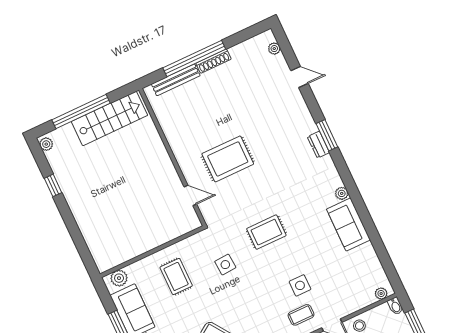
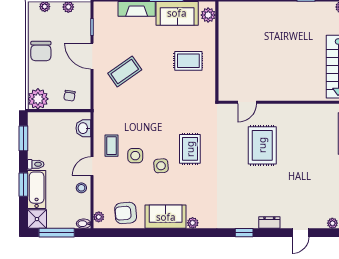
window: (327, 135) -> (244, 233), width x0.67
dresser: (318, 145) -> (269, 223), moved
side table: (225, 265) -> (161, 166), moved
armchair: (364, 268) -> (126, 213), added

